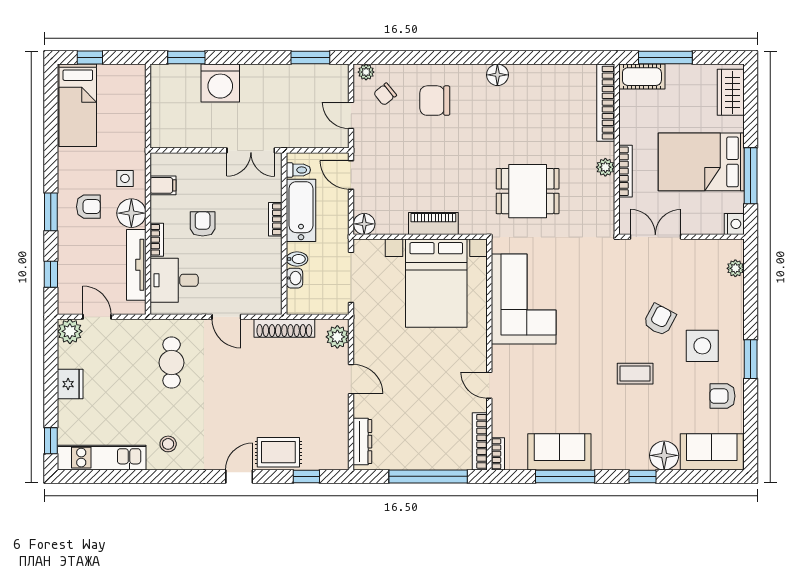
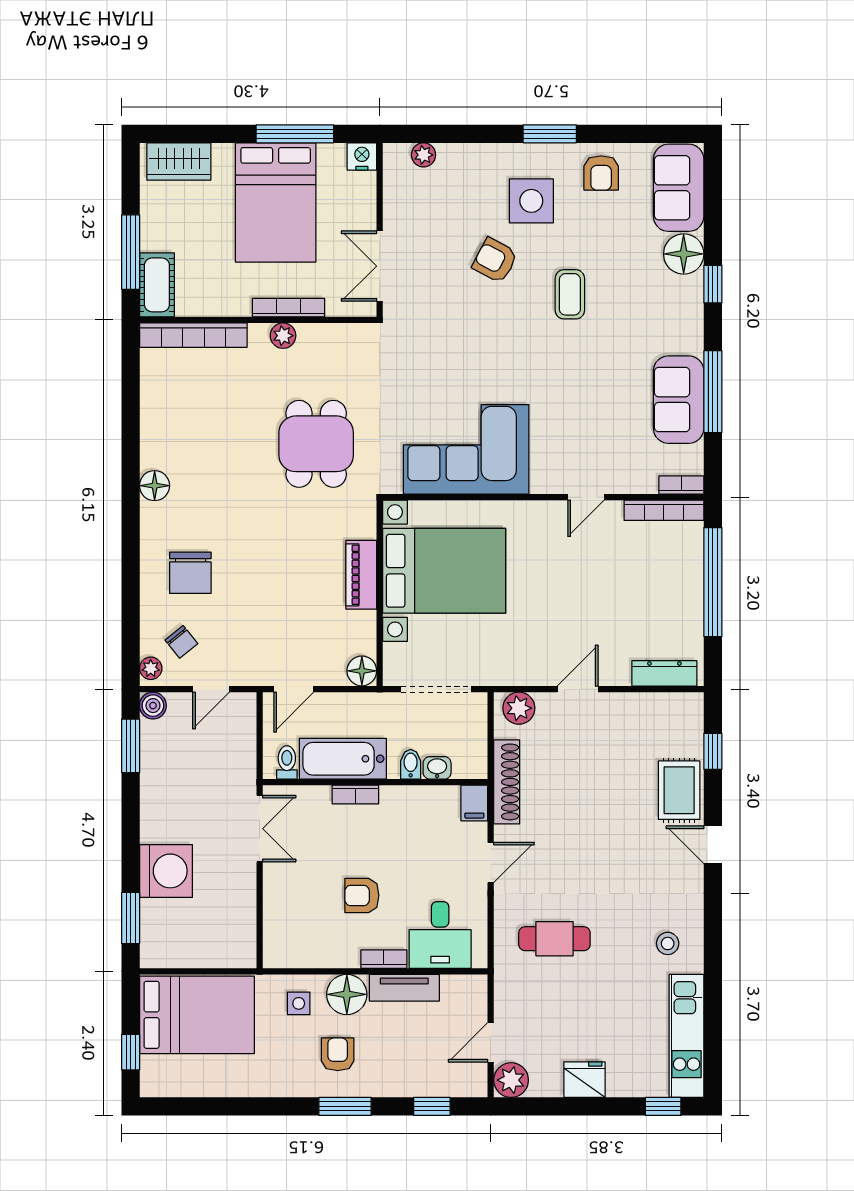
boiler: (339, 74) -> (153, 706), added
bed: (78, 105) -> (197, 1015), moved, width x1.50
filing cabinet: (163, 185) -> (474, 803), moved, turned 180
tv unit: (136, 265) -> (404, 988), width x0.71

